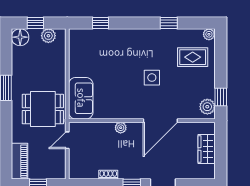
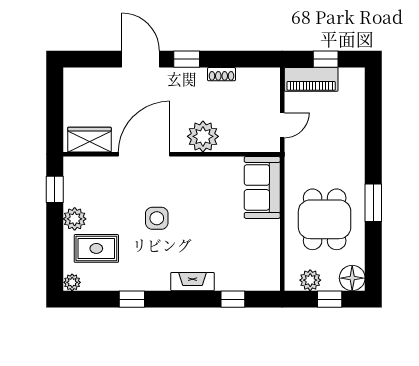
fireplace: (128, 35) -> (193, 282), added
plant: (207, 107) -> (75, 219), moved
dining table: (43, 109) -> (325, 219), moved, turned 90
plant: (121, 128) -> (203, 136), width x1.87, depth x1.87
wardrobe: (207, 149) -> (89, 140), moved, turned -90
piano: (20, 161) -> (311, 79), moved, turned -90

